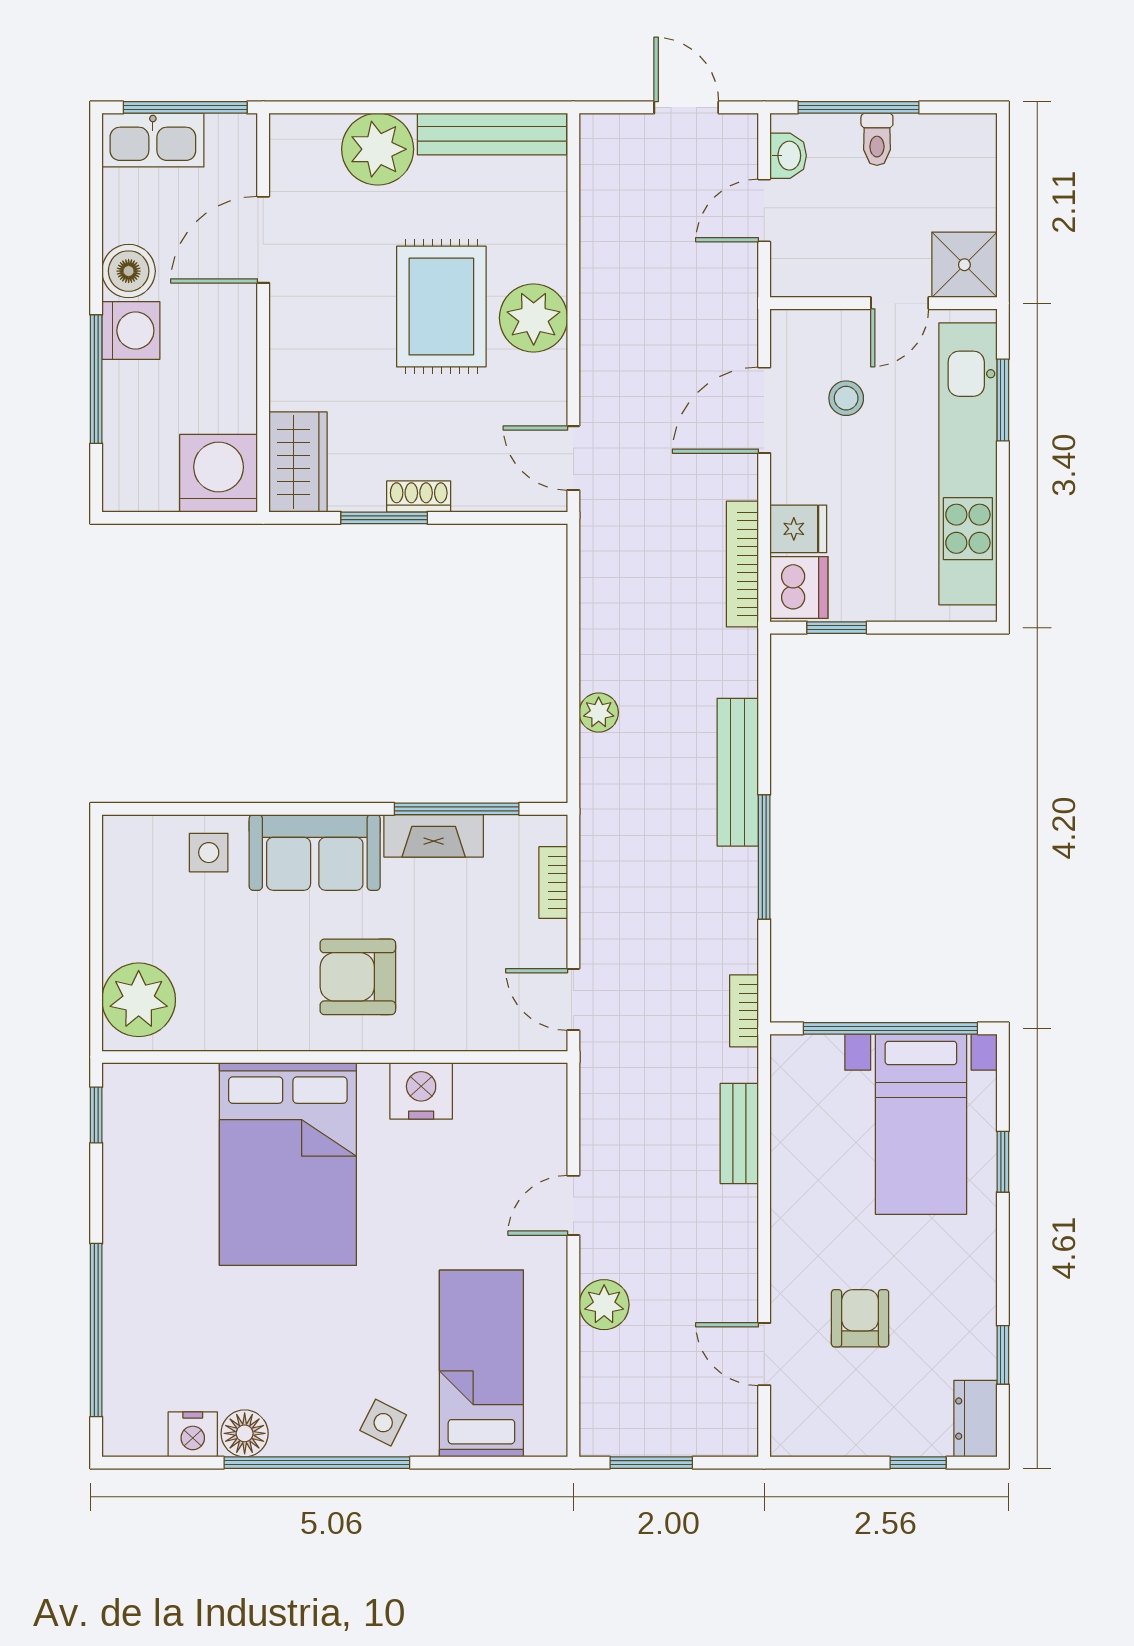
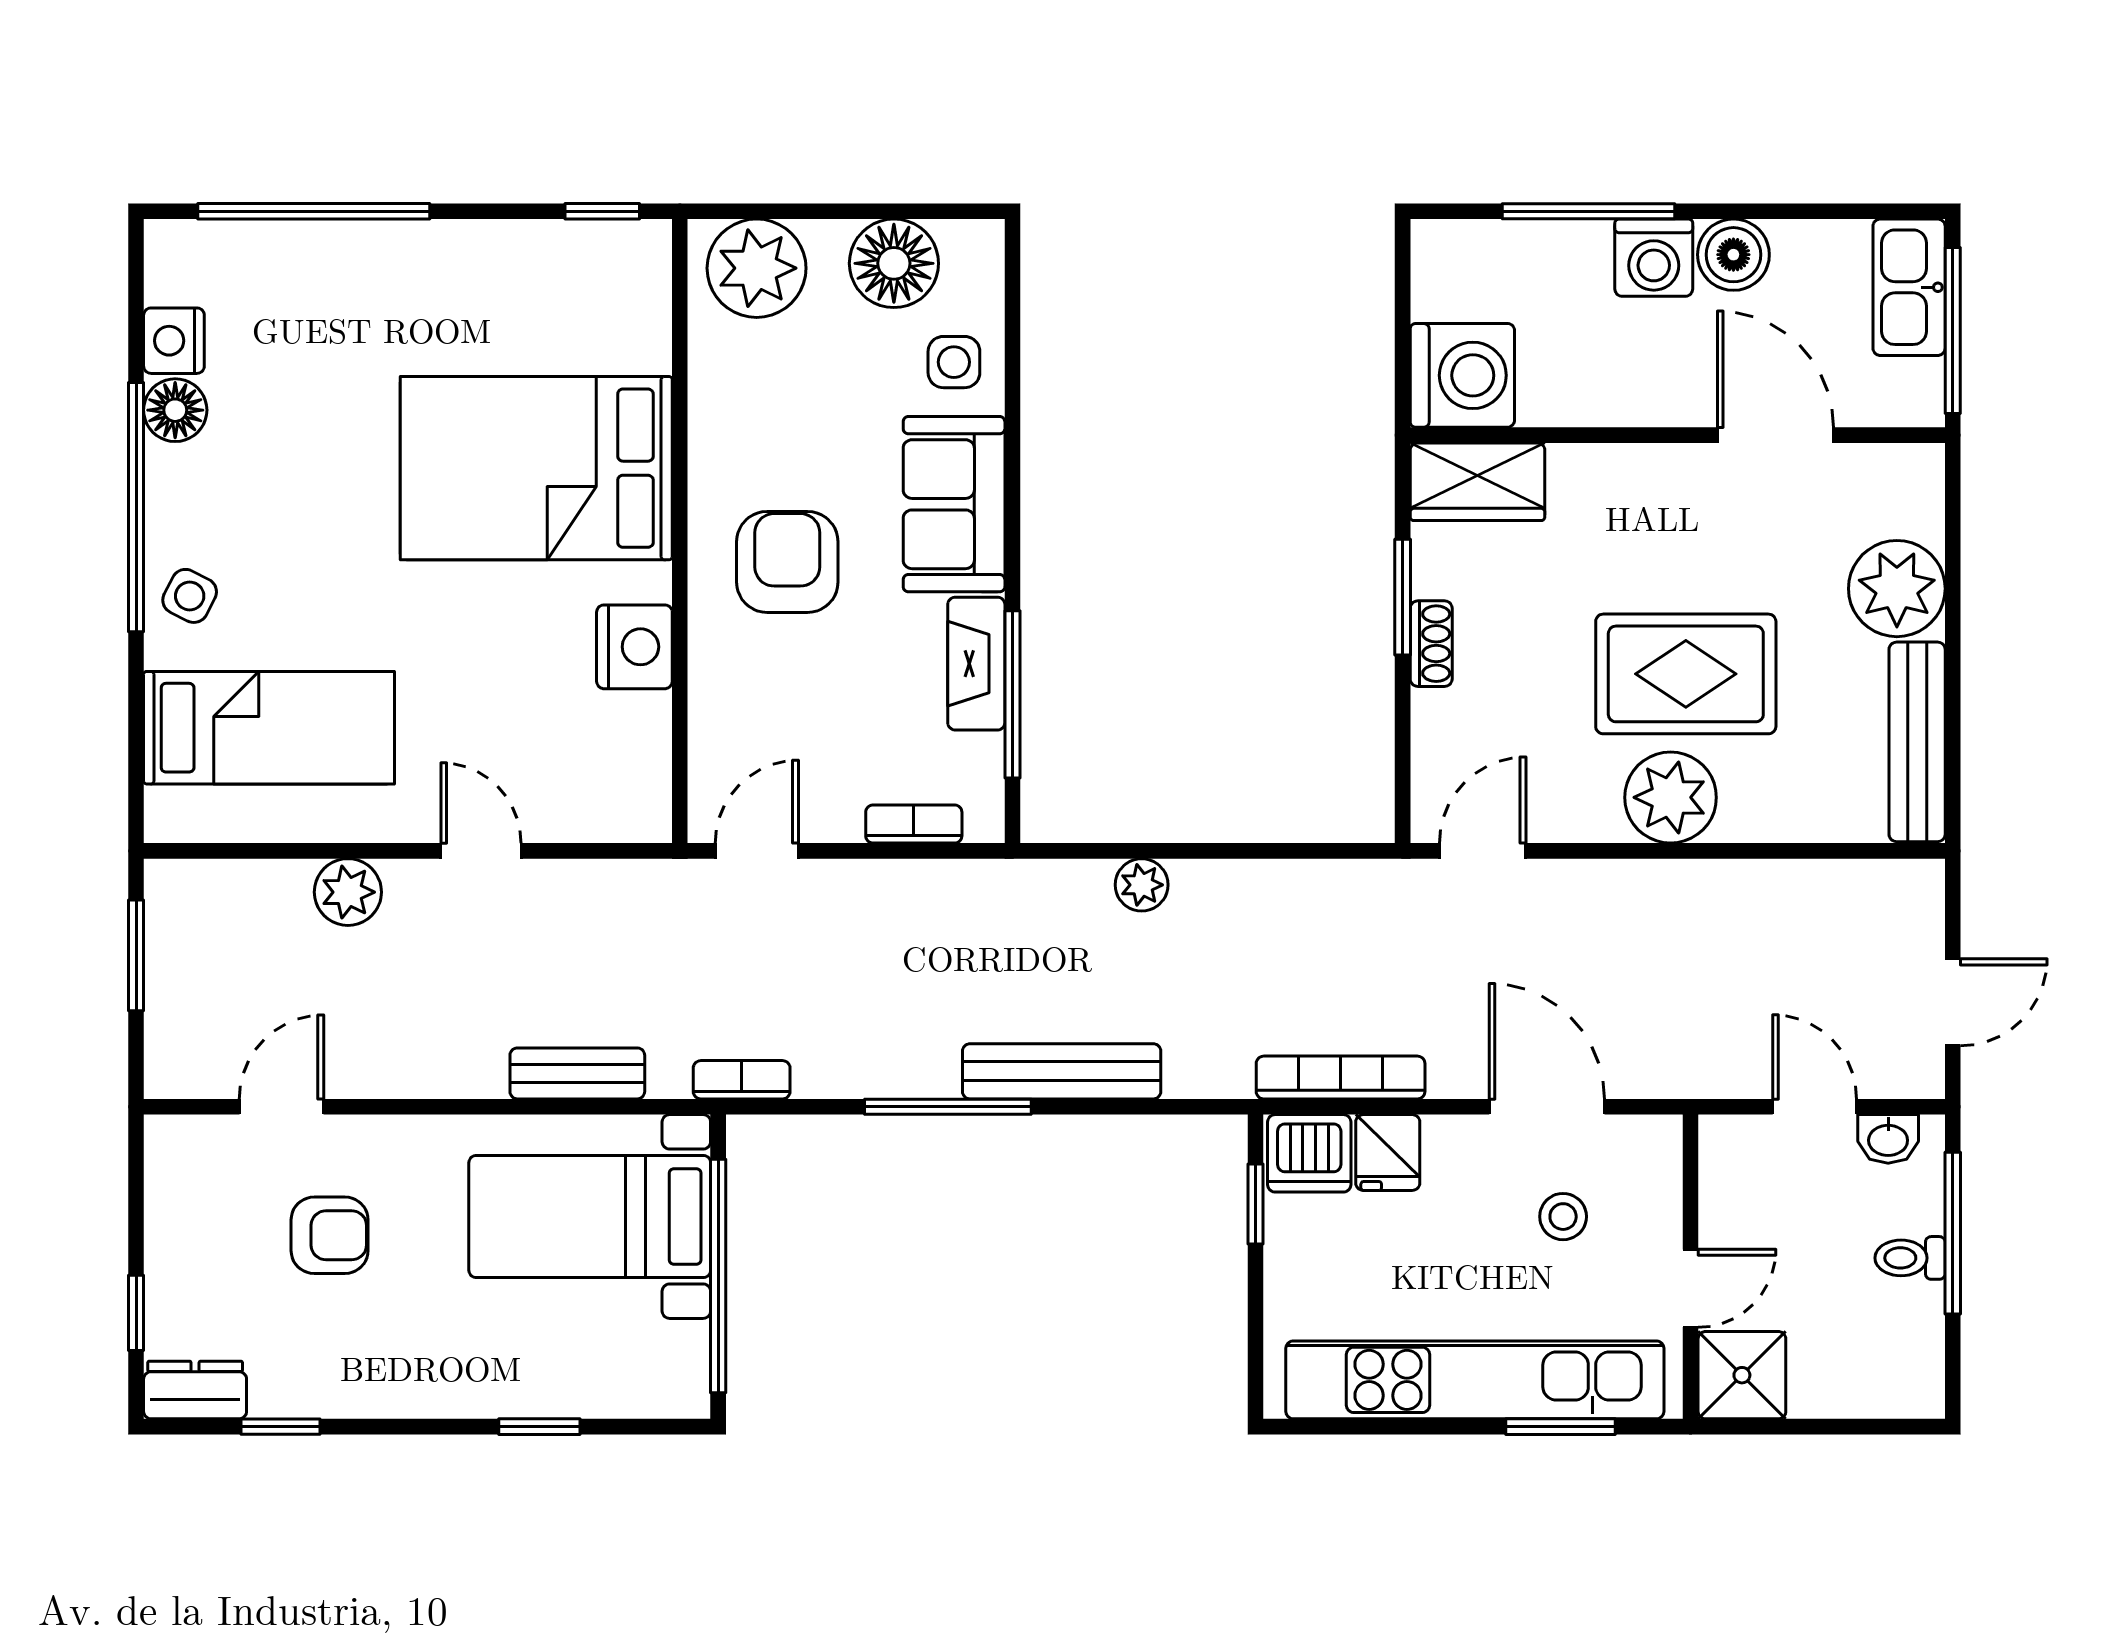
door: (900, 303) -> (1690, 1288), swing flipped
floor lamp: (135, 897) -> (894, 263), added
bed with nightstands: (921, 1124) -> (590, 1217), moved

